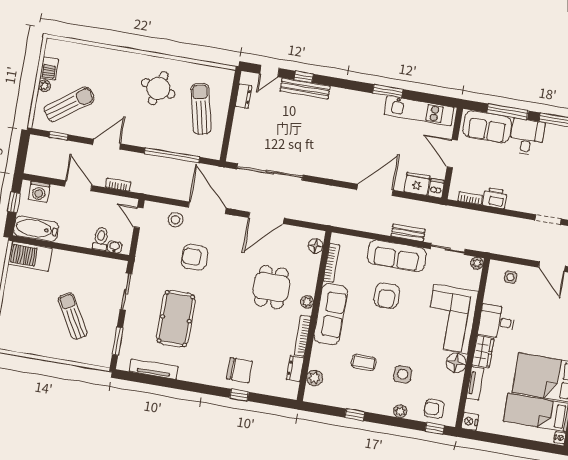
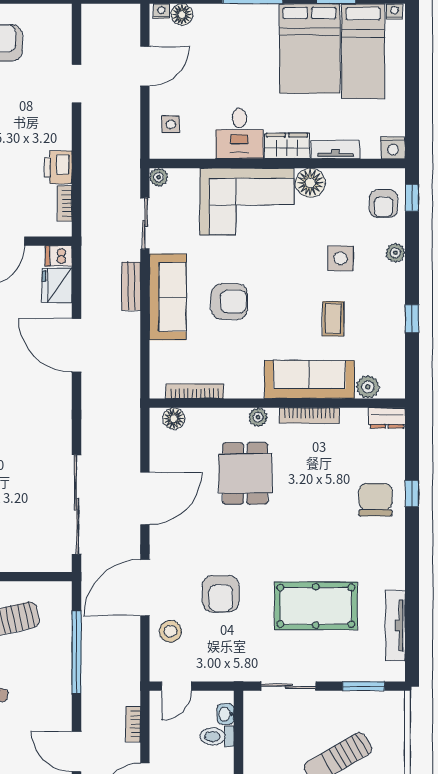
door: (266, 218) -> (145, 498), hinge flipped
dining table: (271, 287) -> (245, 473), turned 90
sofa: (331, 314) -> (309, 379), moved
dresser: (295, 369) -> (387, 418), moved

